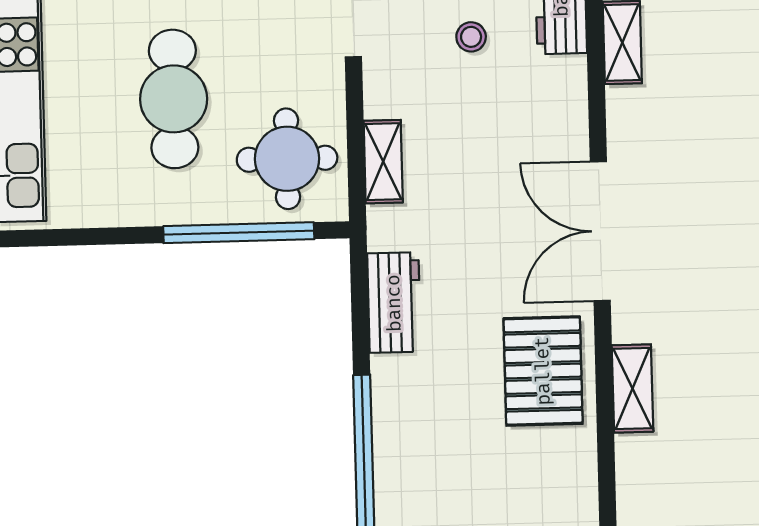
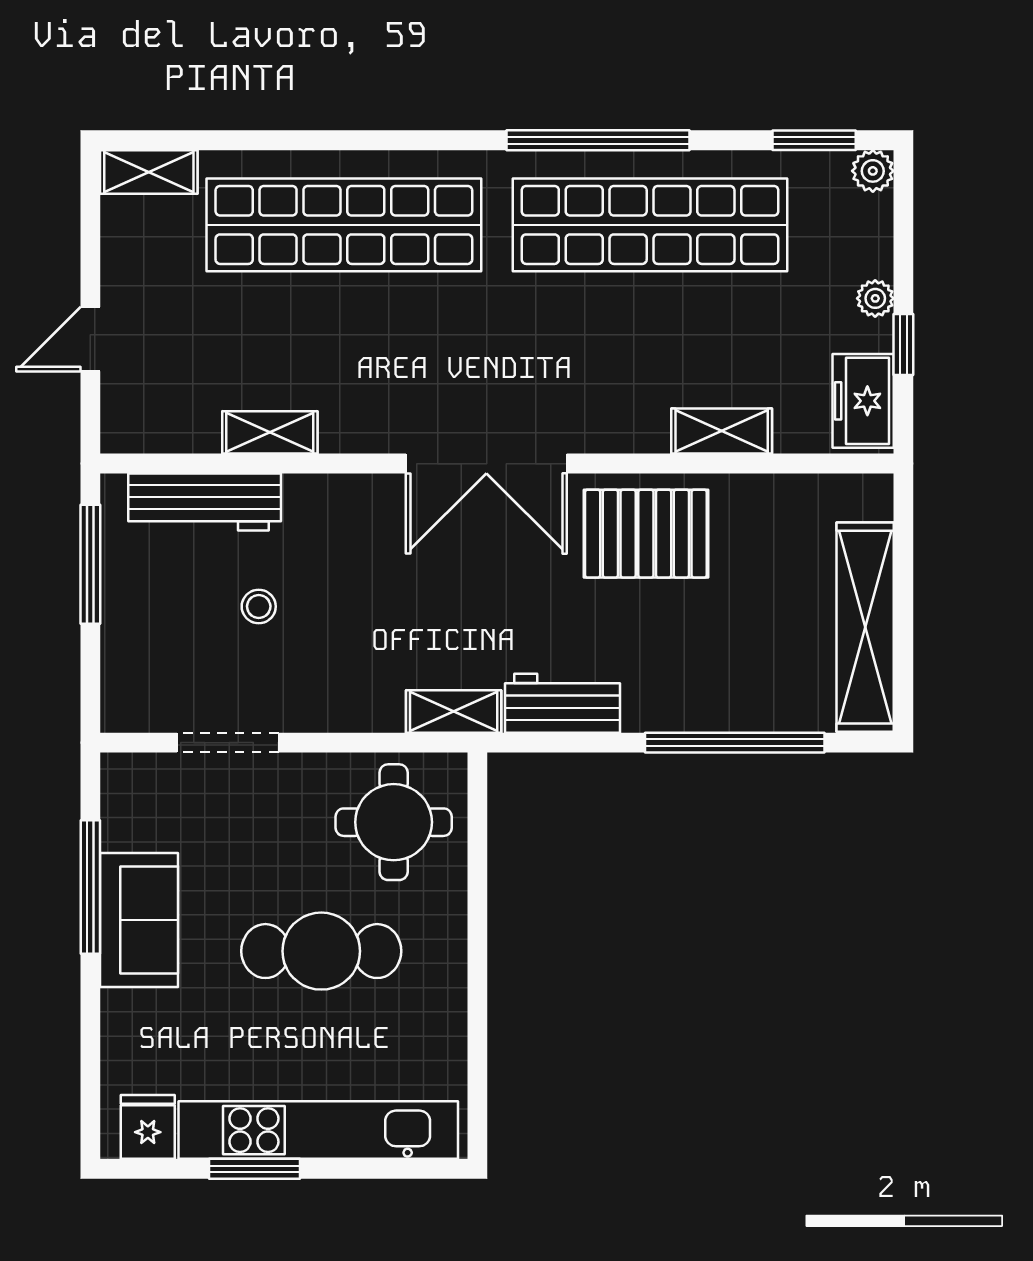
shelving: (383, 162) -> (454, 711), moved
window: (239, 233) -> (477, 880), removed
shelving: (633, 388) -> (722, 431), moved

